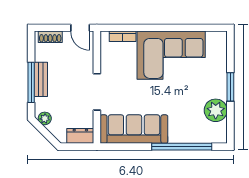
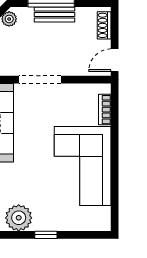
window: (230, 87) -> (46, 235), width x0.67

